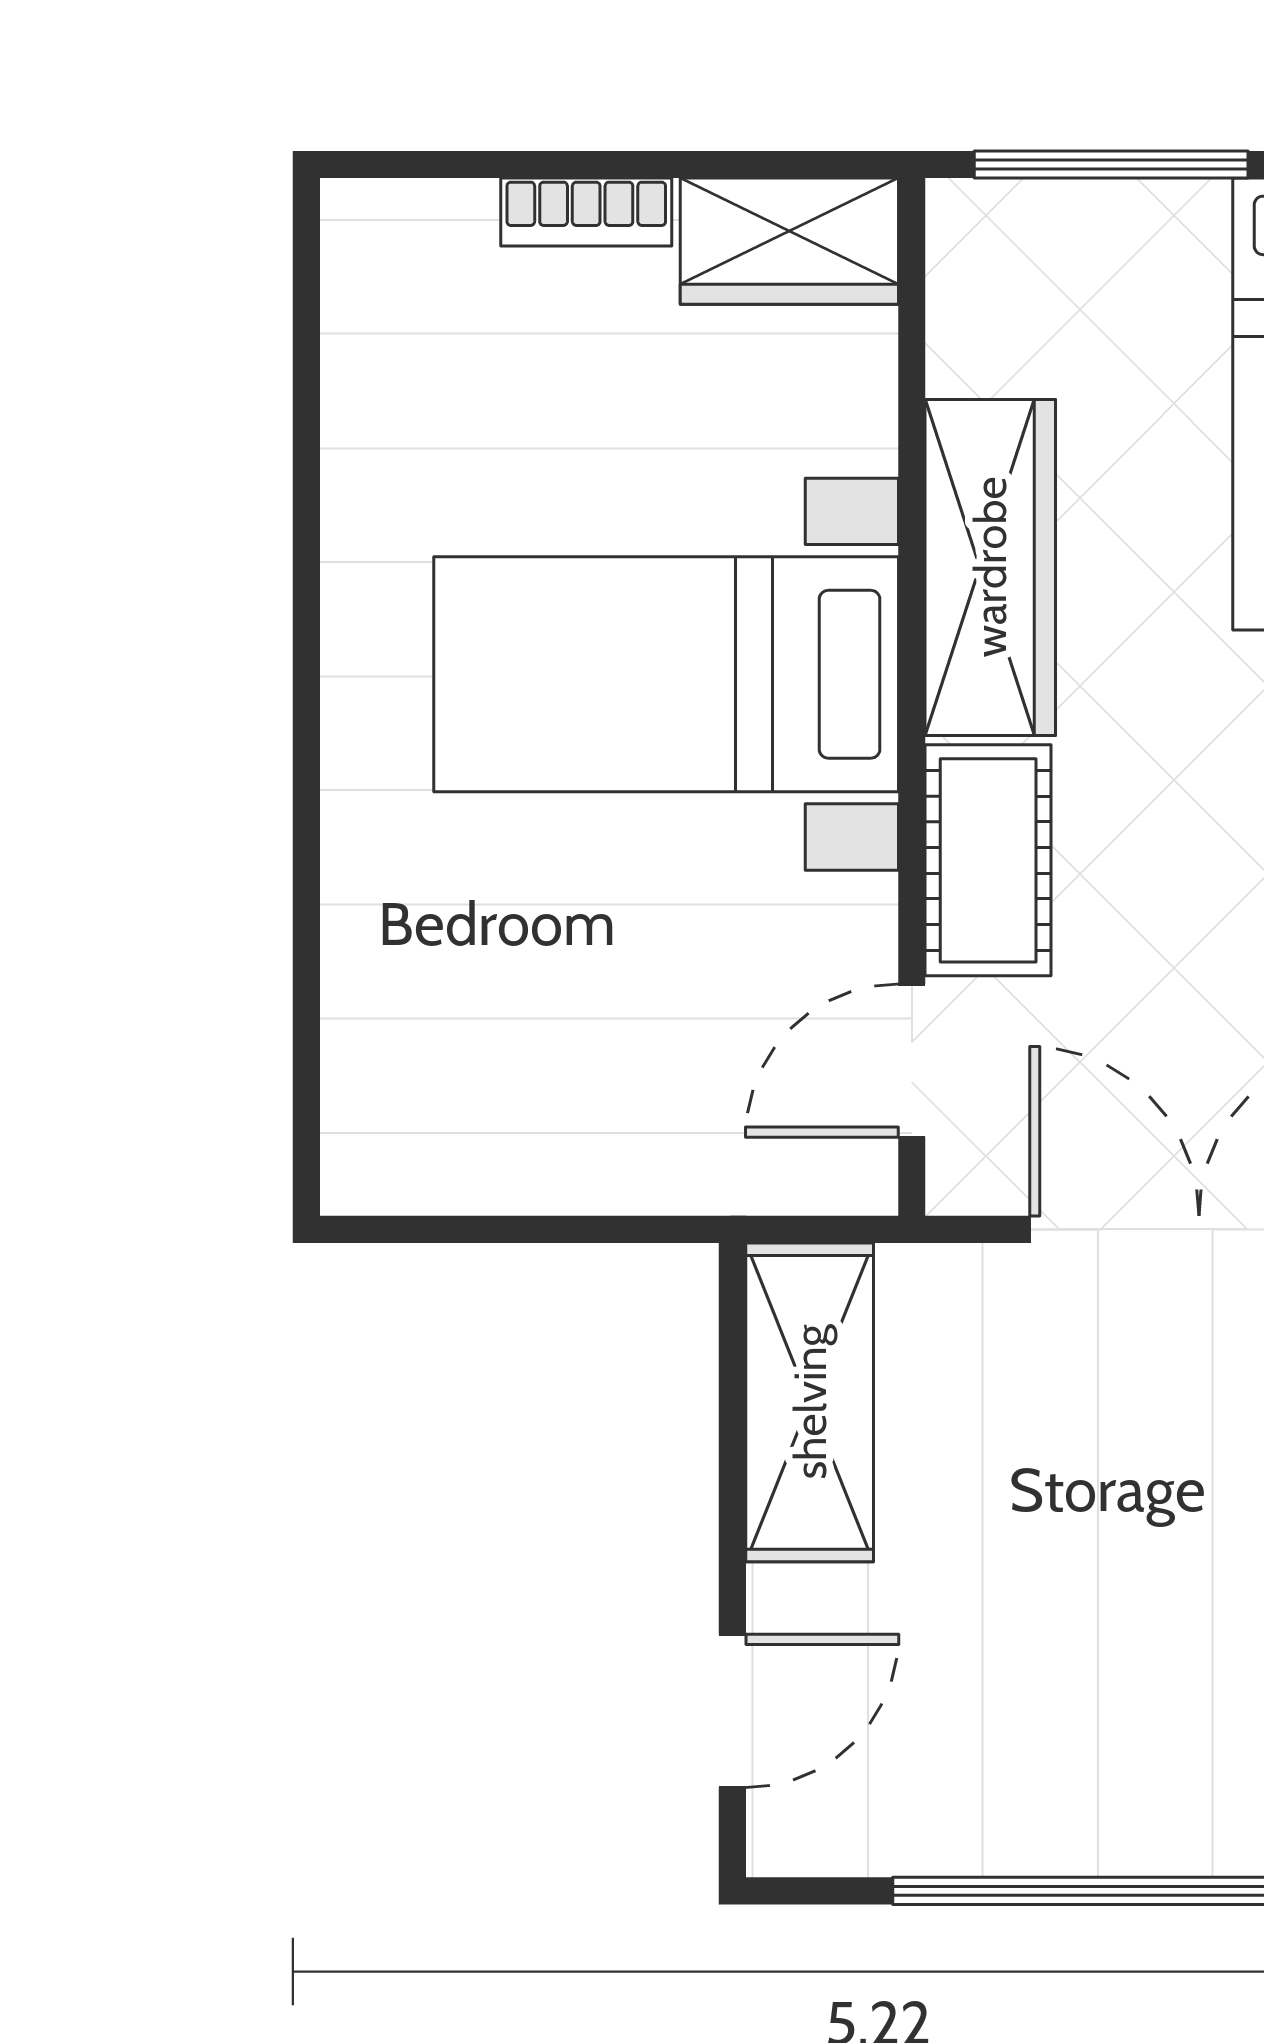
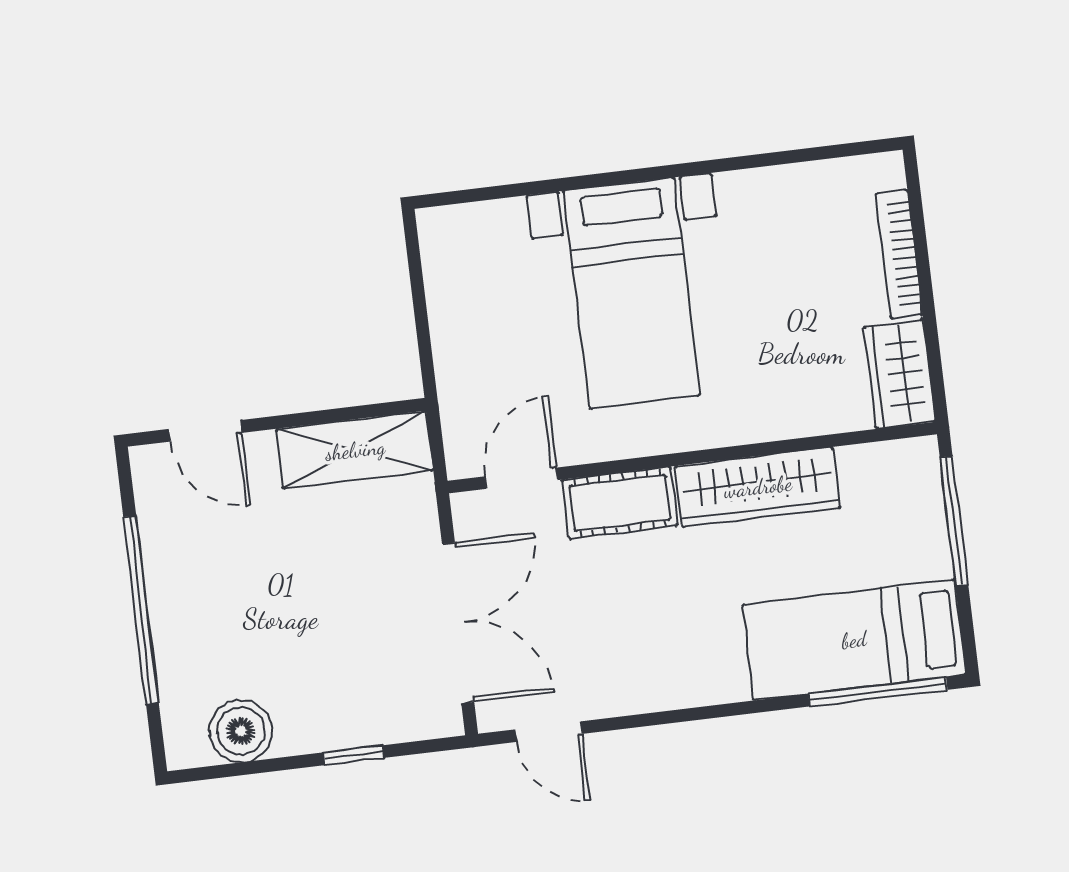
bookcase: (586, 212) -> (899, 254), width x1.56
bed with nightstands: (666, 674) -> (632, 293), moved, turned 180
door: (912, 1061) -> (521, 478), hinge flipped

